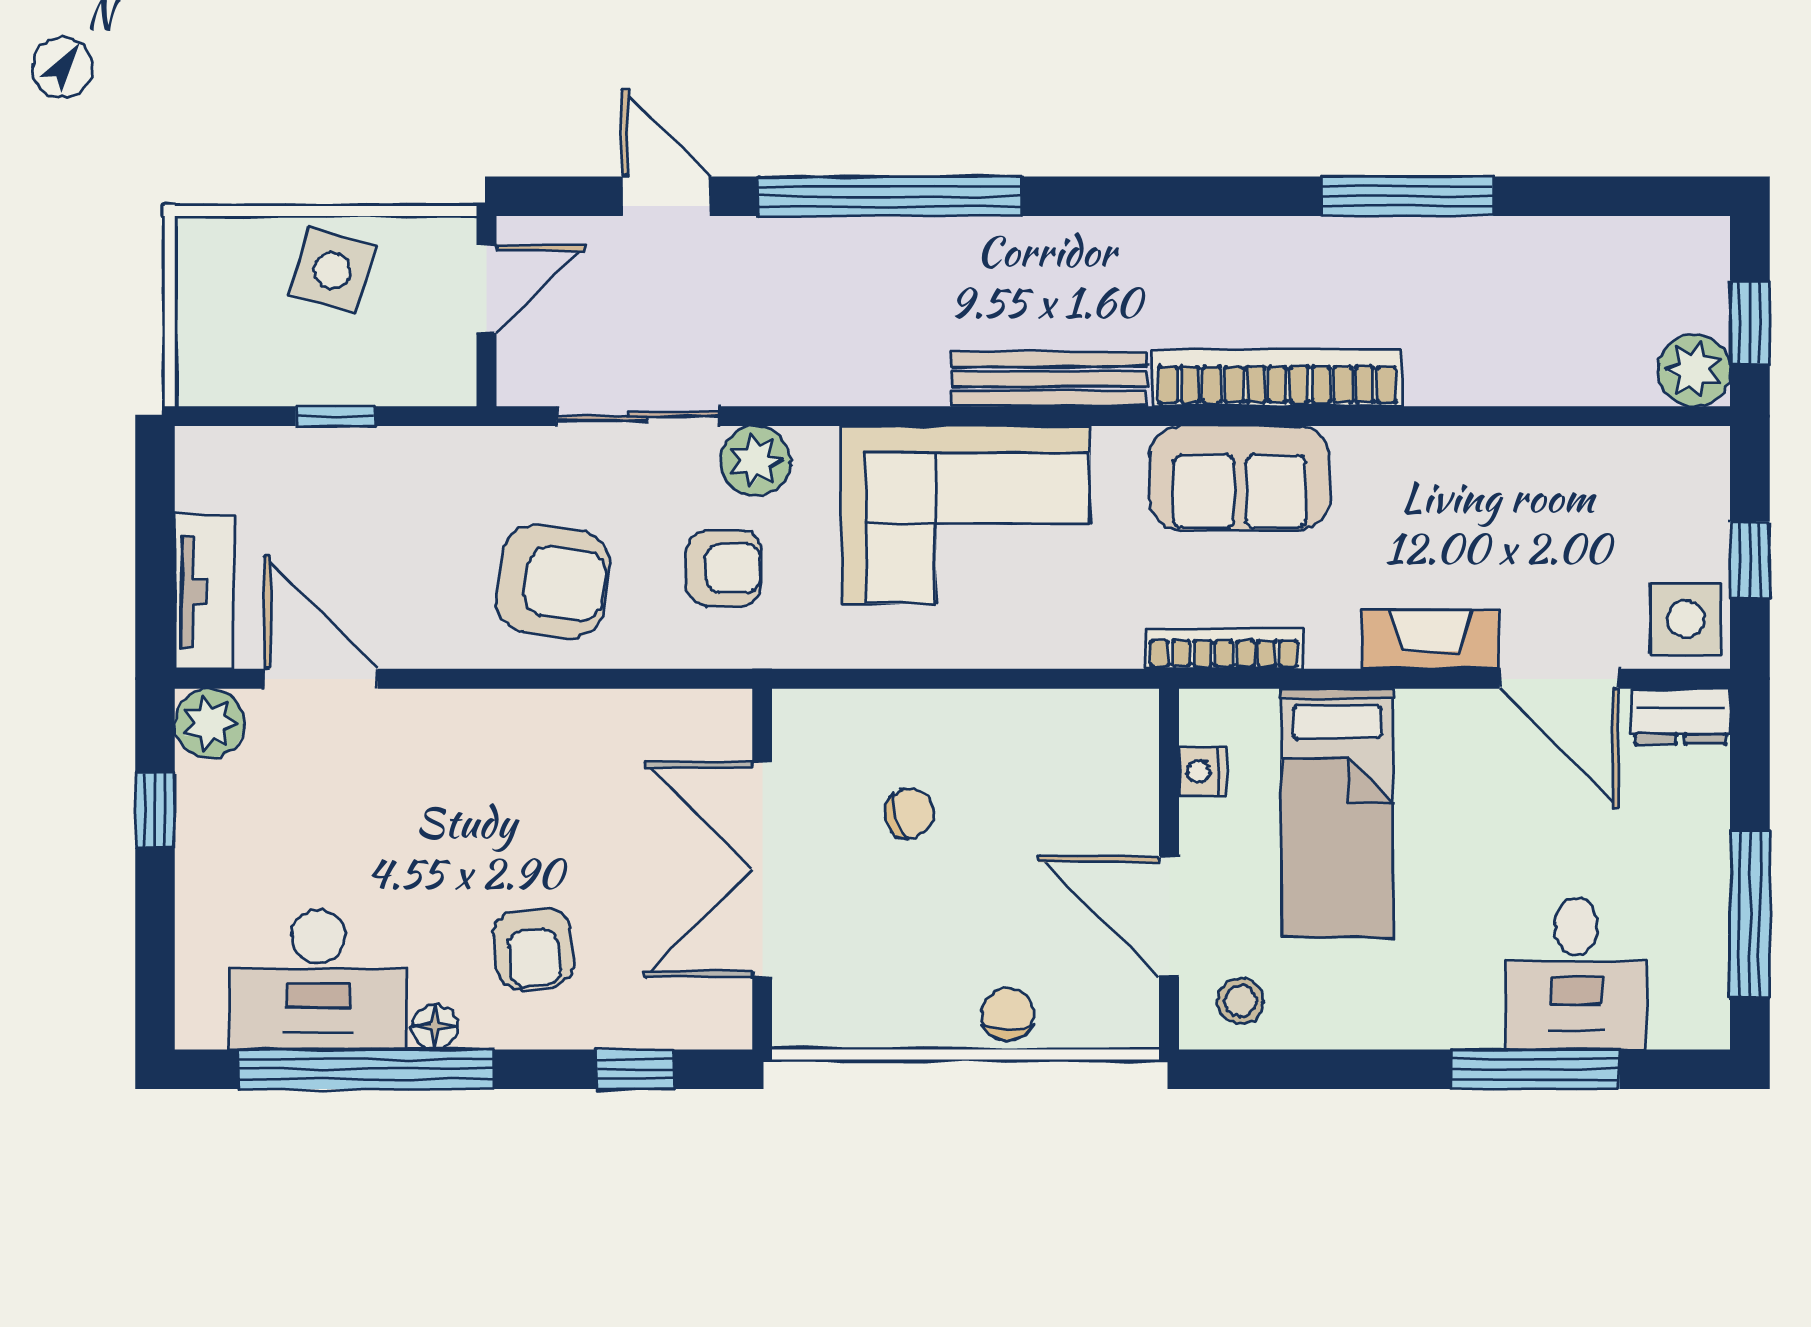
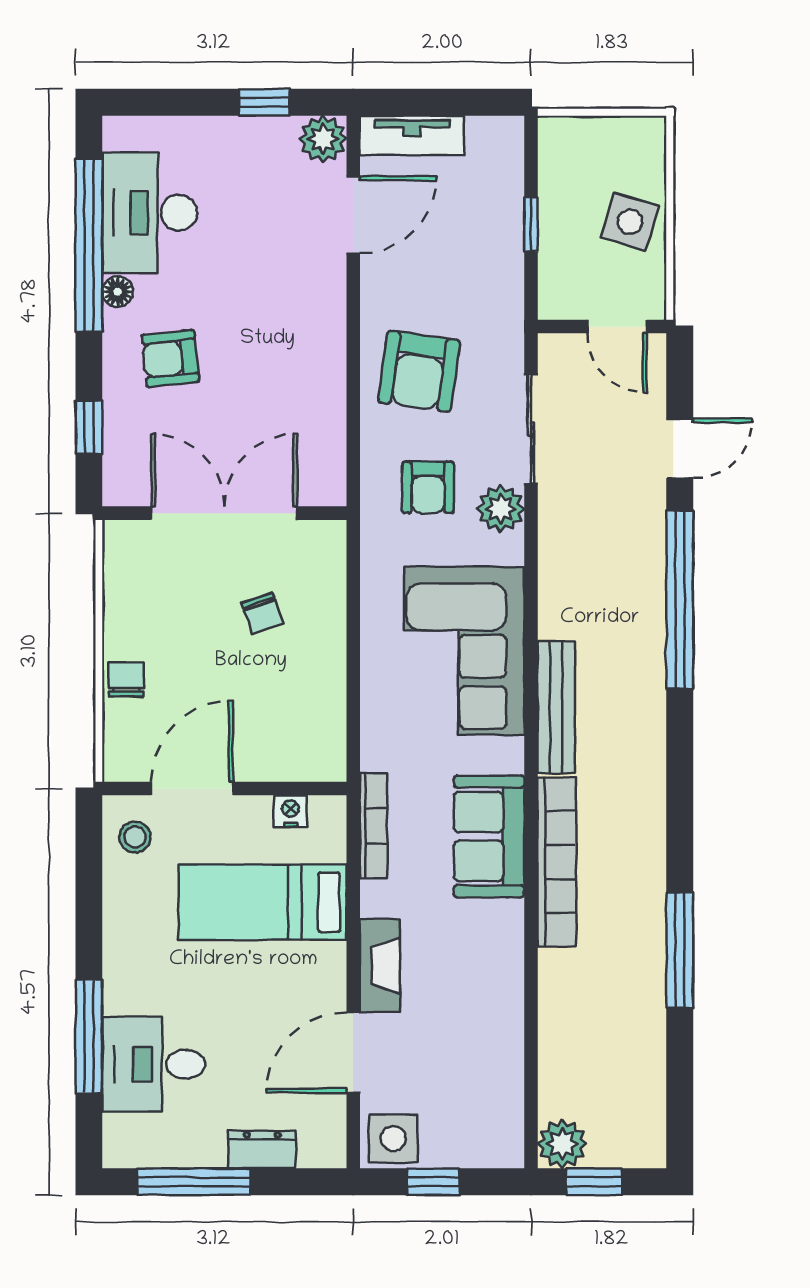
dresser: (1681, 716) -> (262, 1150), moved, turned 90
chair: (1008, 1014) -> (126, 679), turned -90

